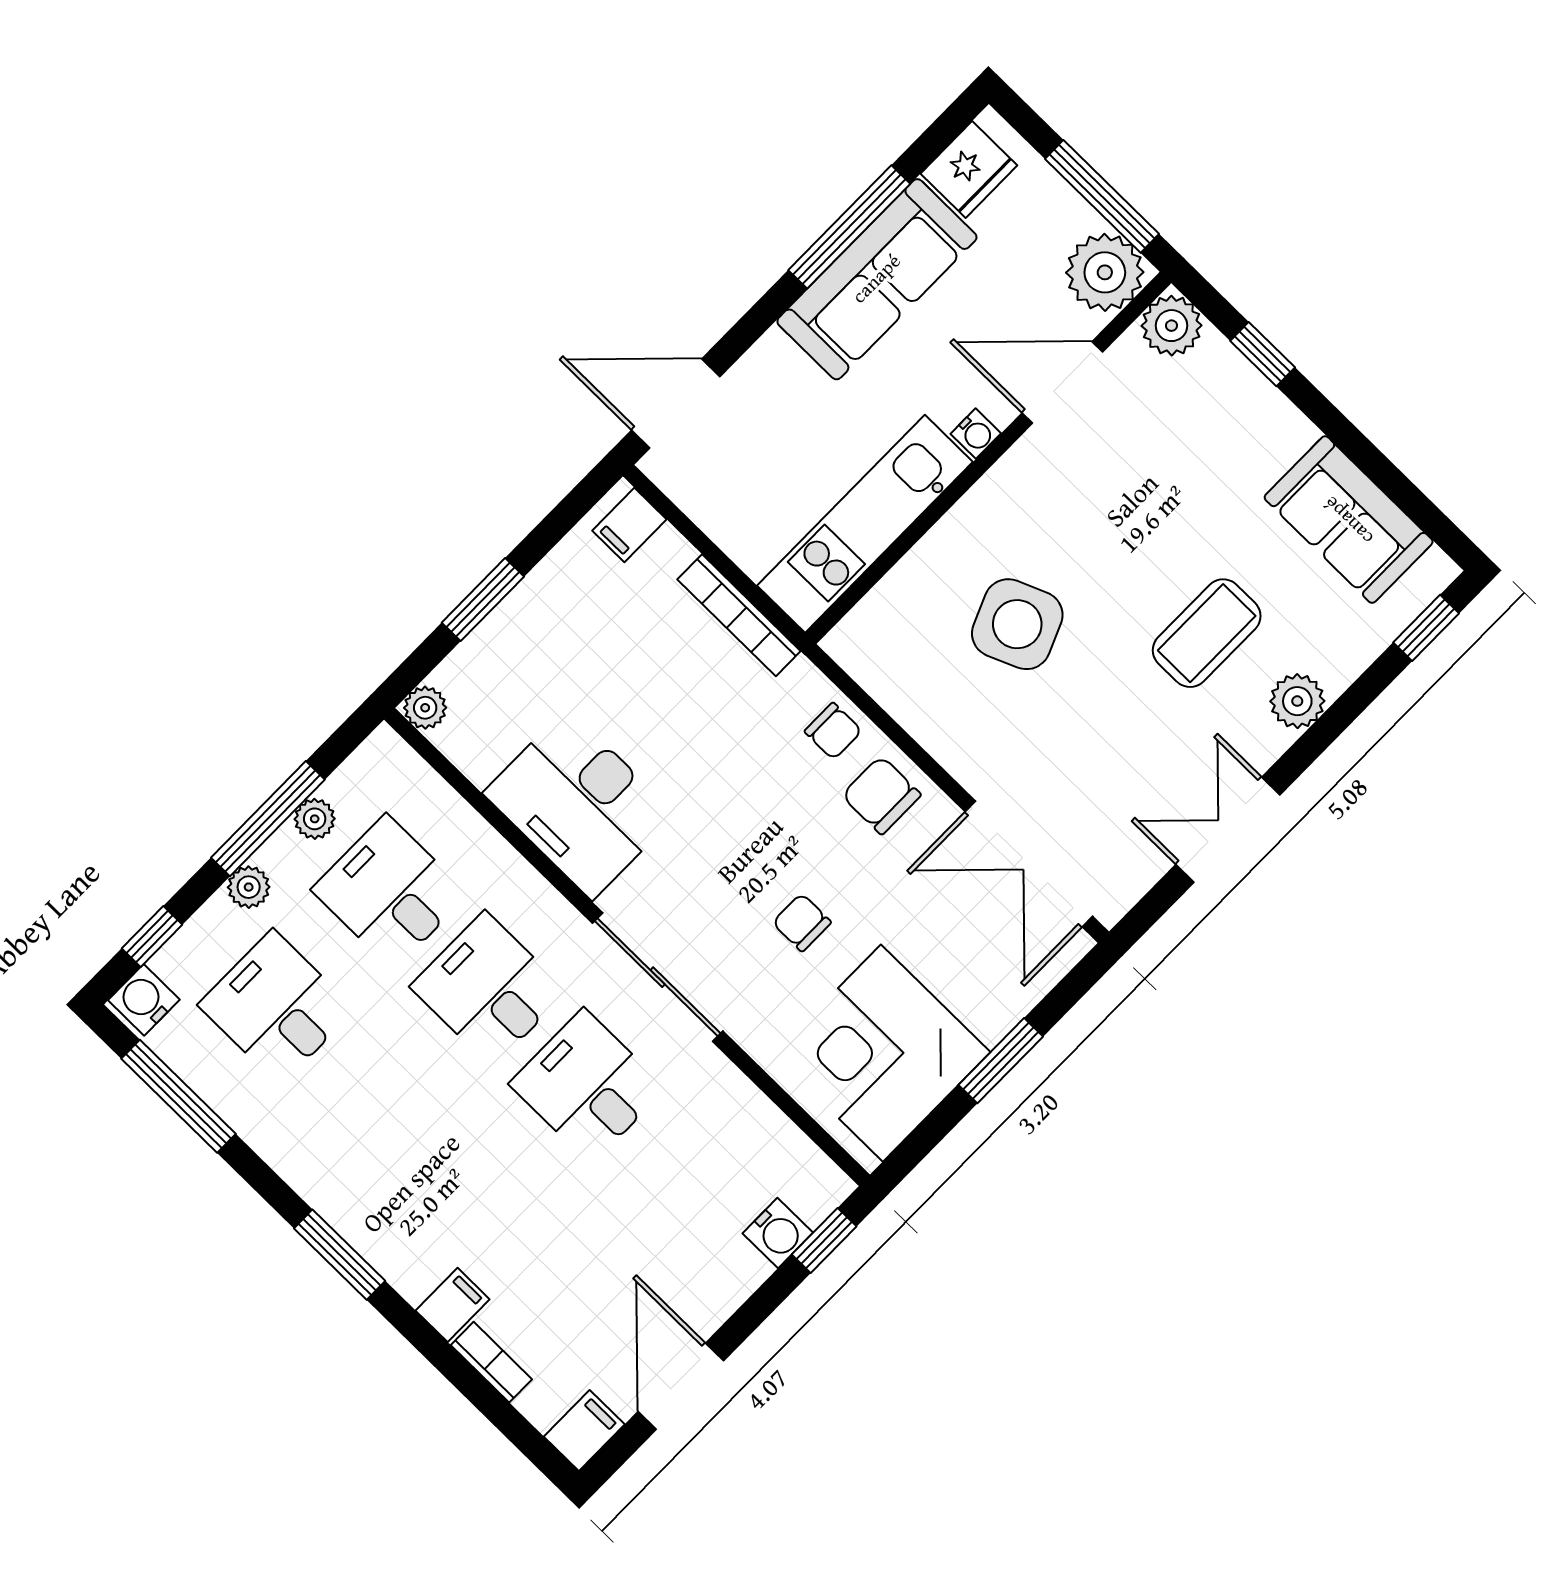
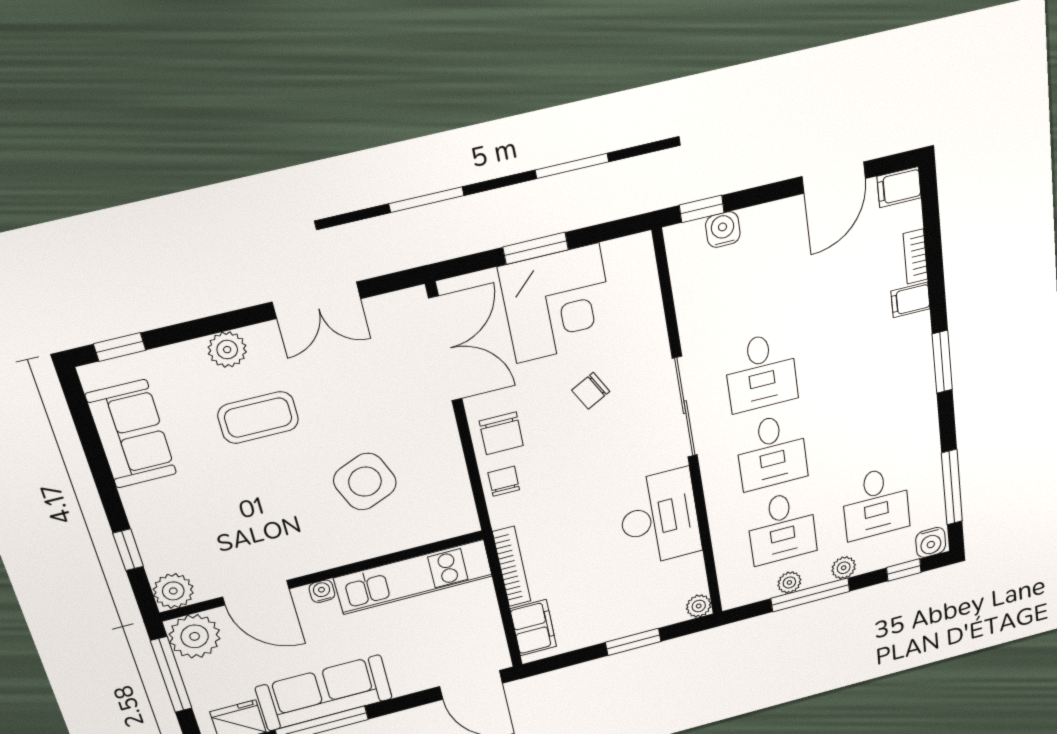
filing cabinet: (629, 525) -> (533, 628), width x2.00
chair: (802, 922) -> (591, 391), turned 62
corner desk: (882, 1053) -> (557, 304), moved

